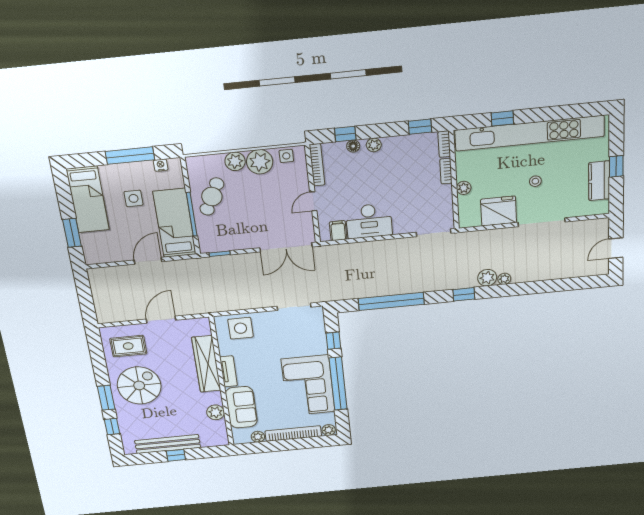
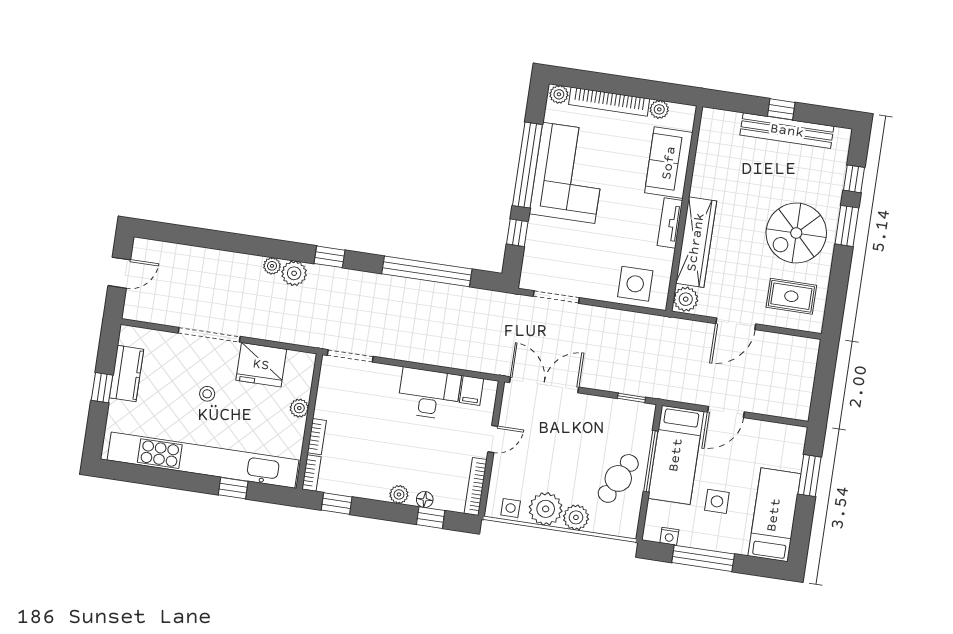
plant: (216, 412) -> (686, 299), moved

